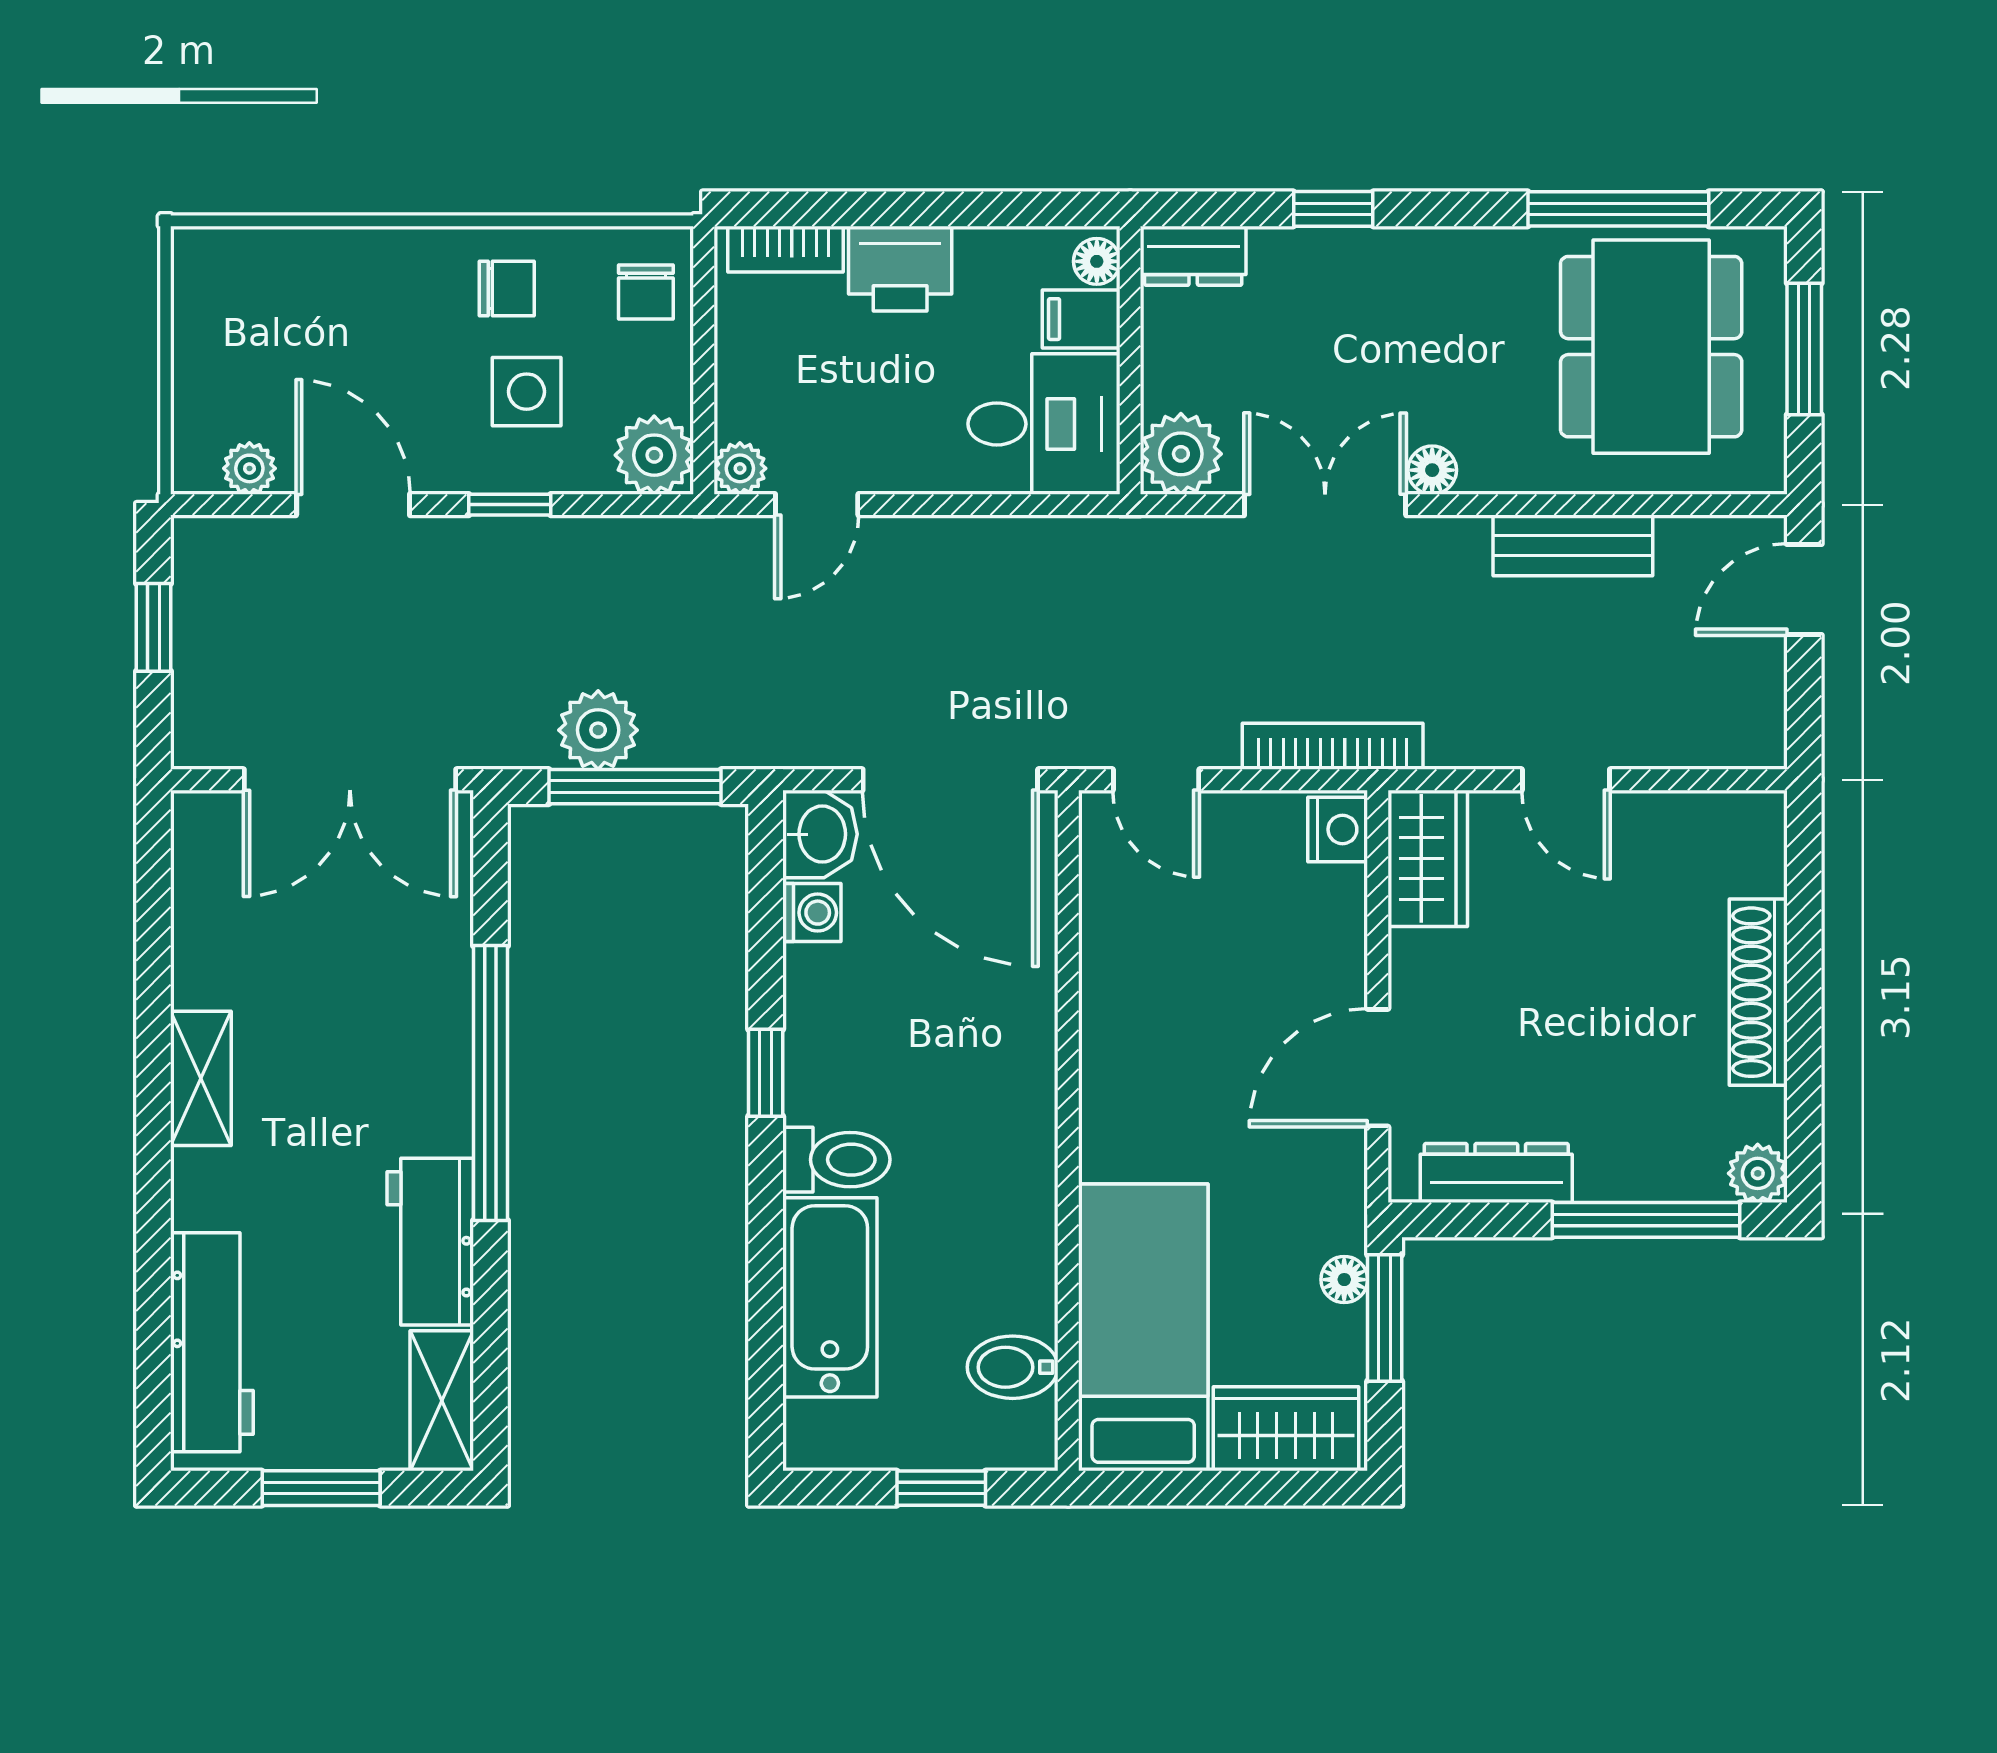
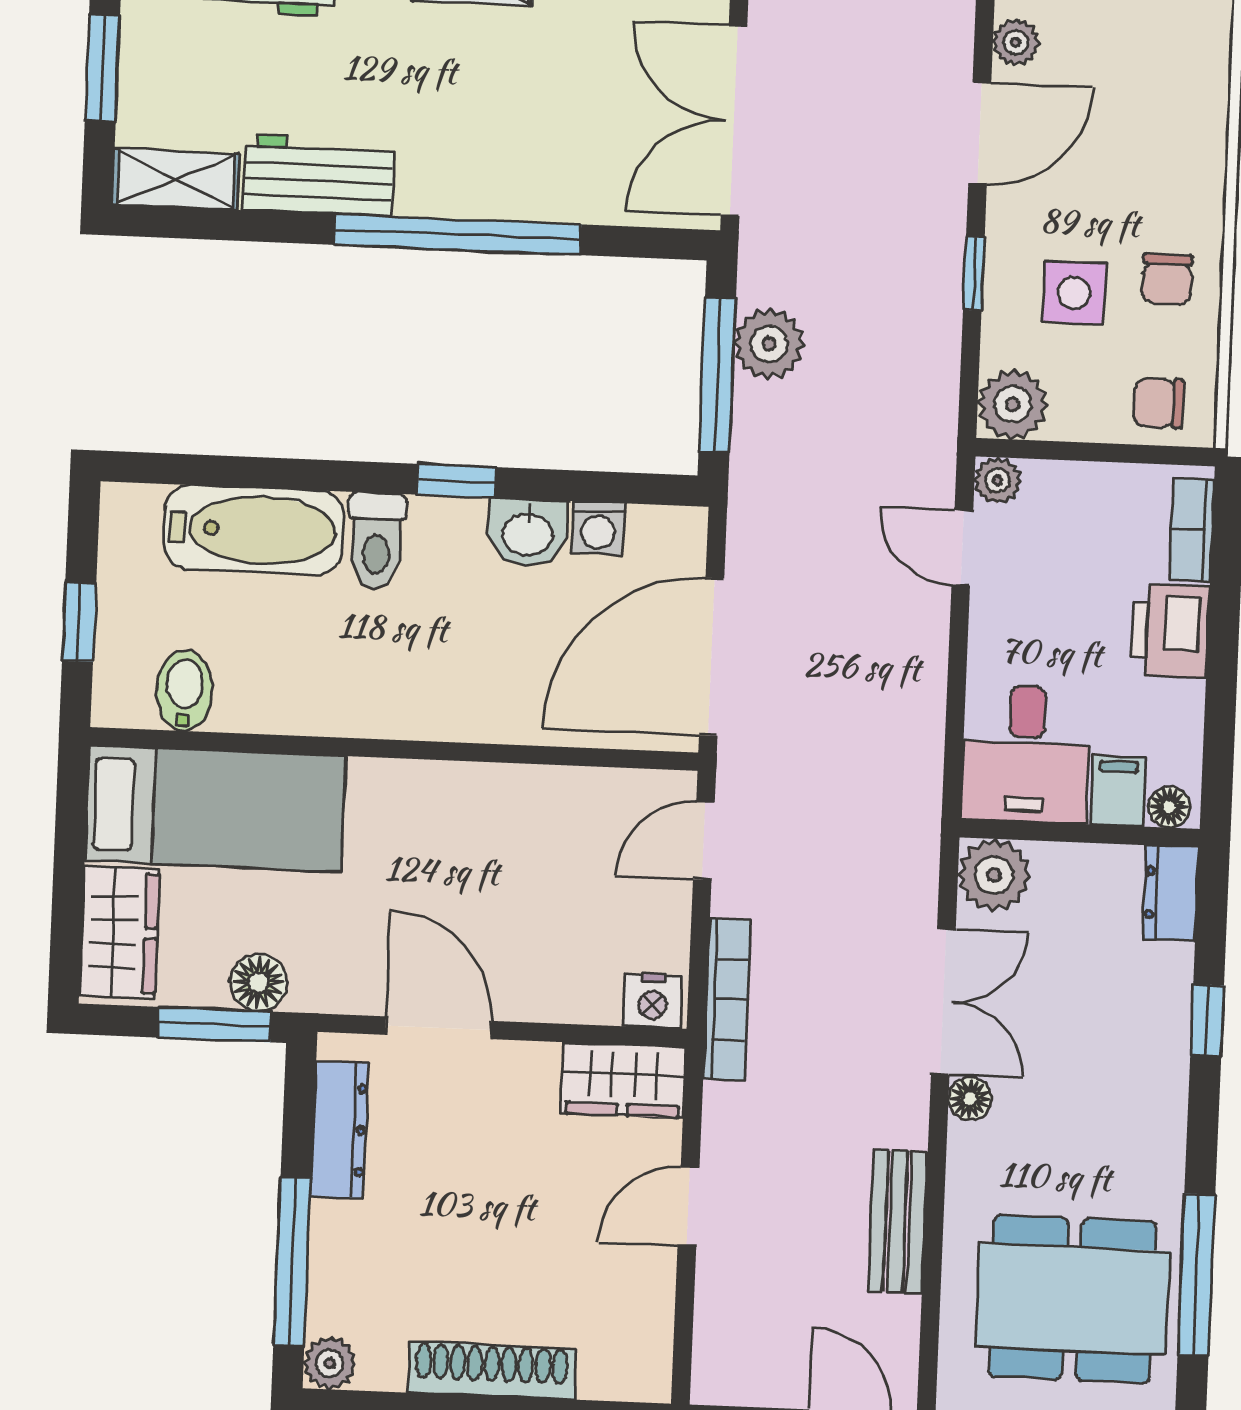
washbasin: (820, 834) -> (528, 532), moved
floor lamp: (1344, 1280) -> (258, 982), width x1.37, depth x1.37

